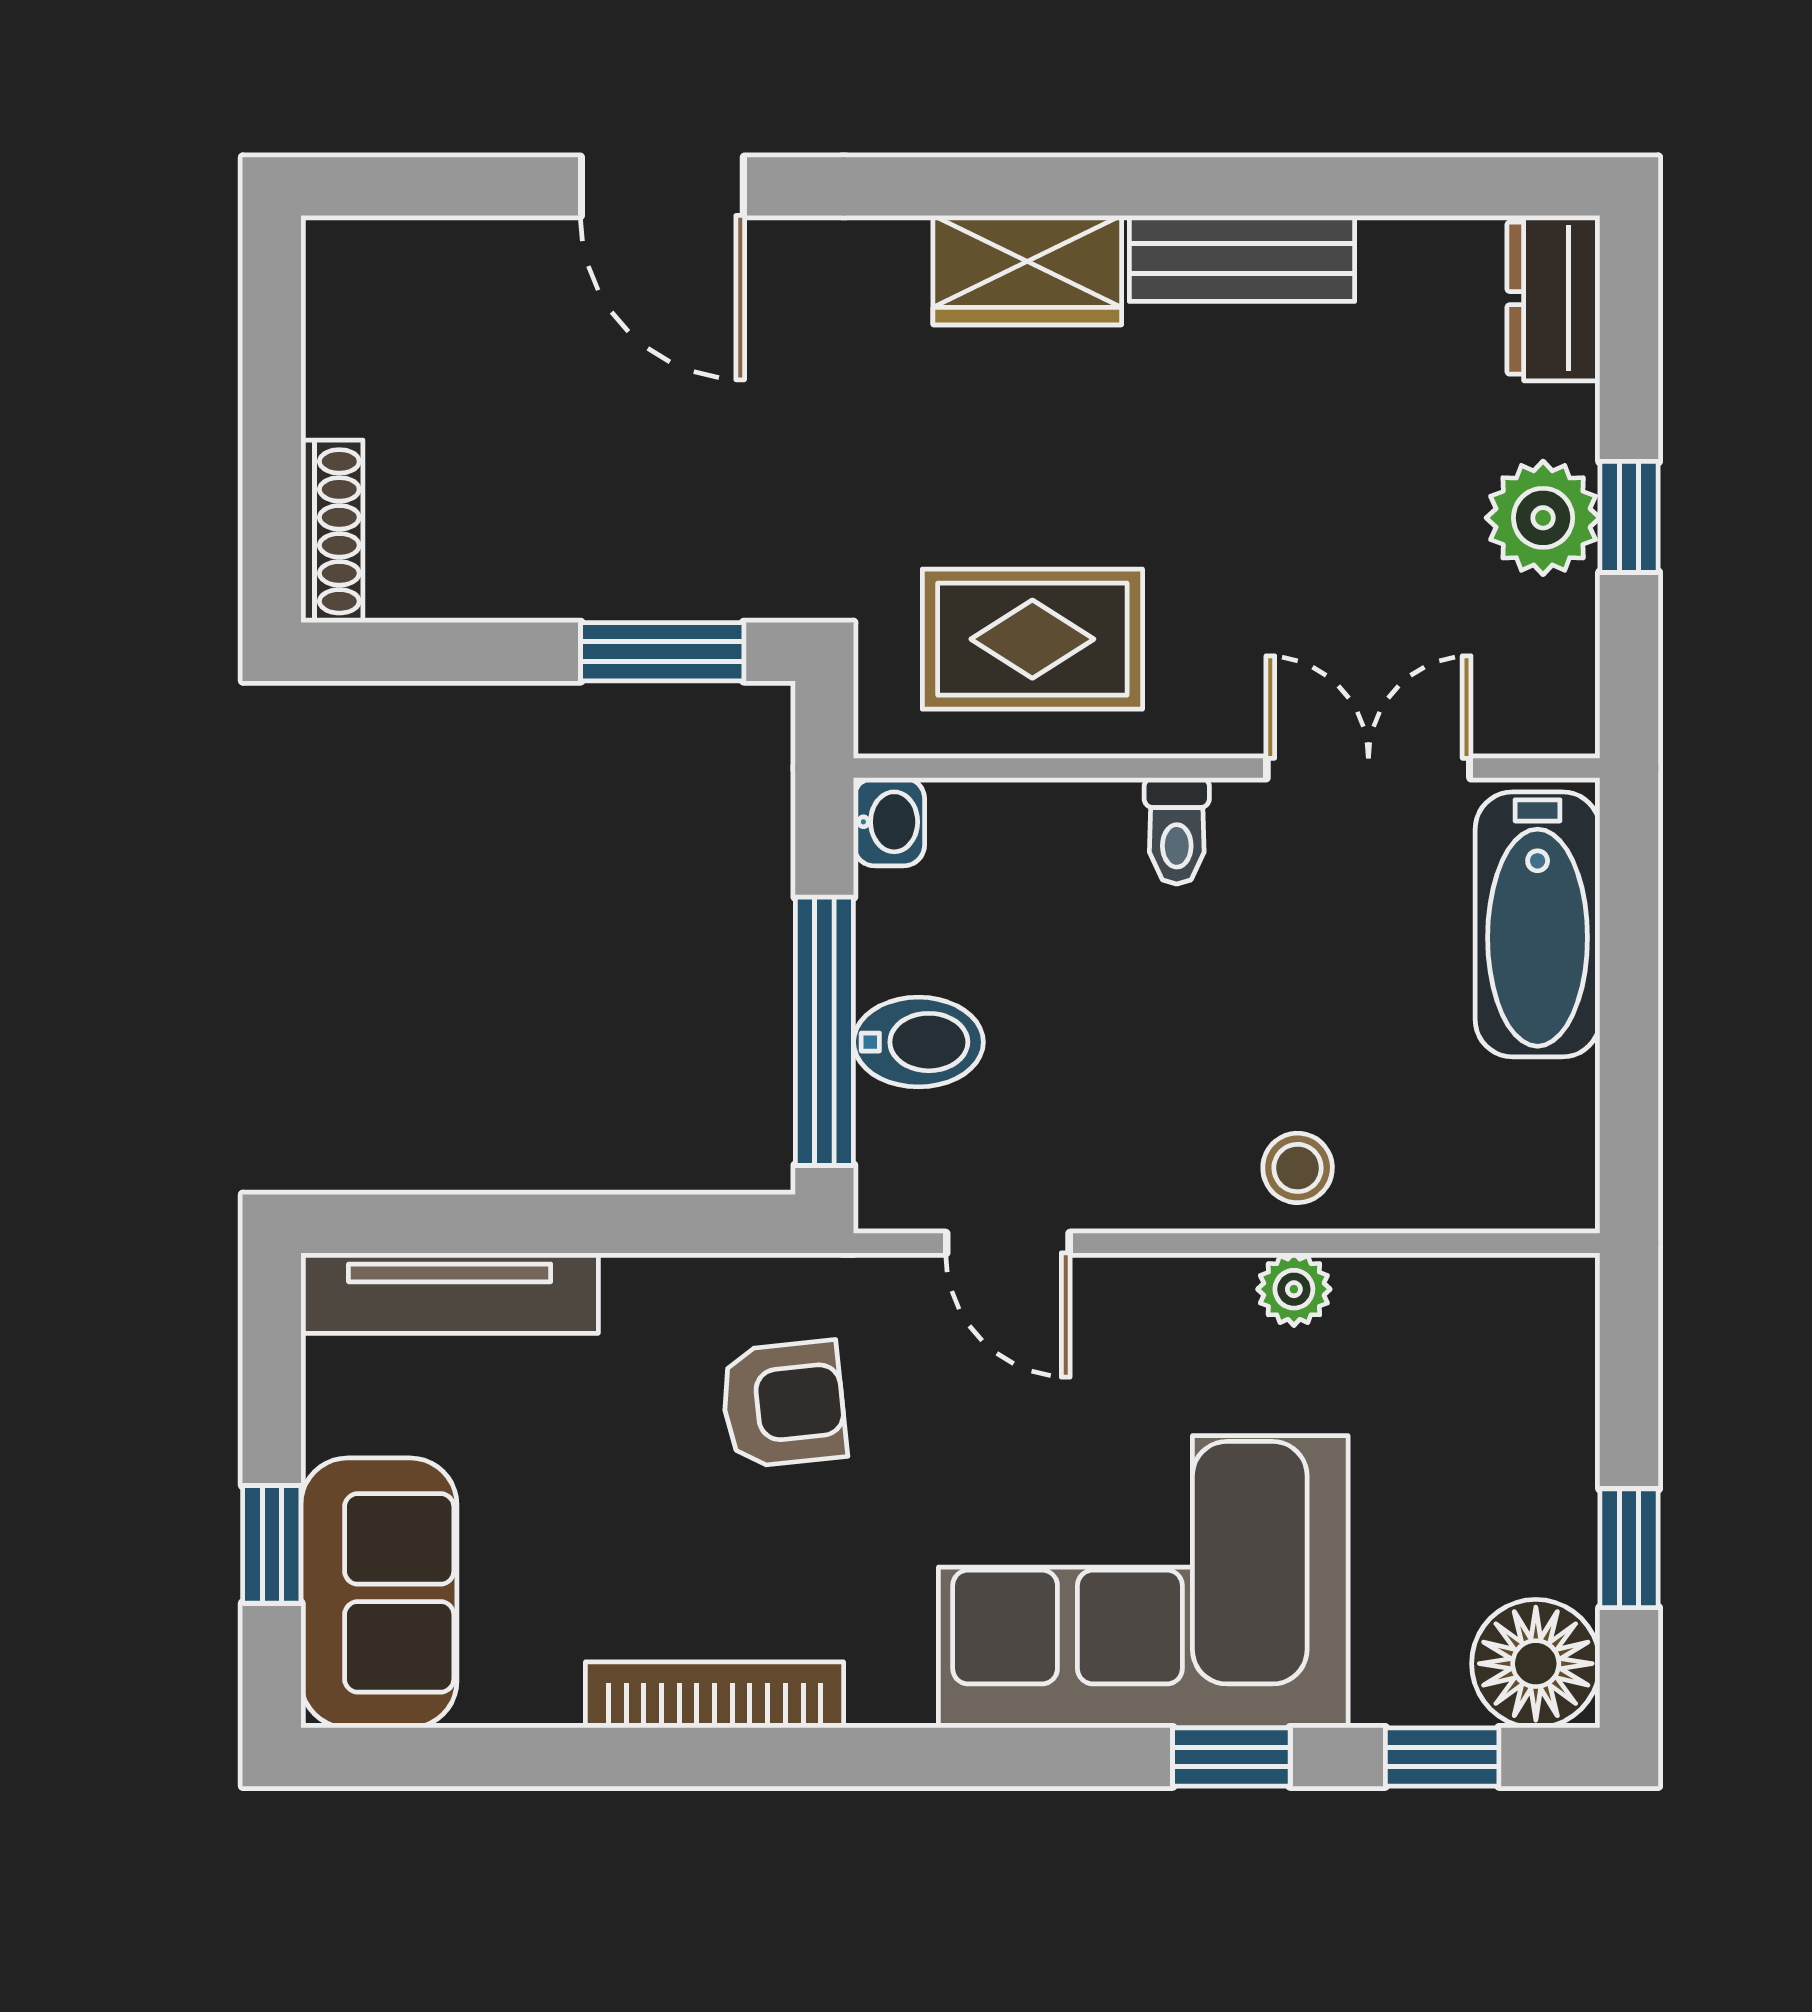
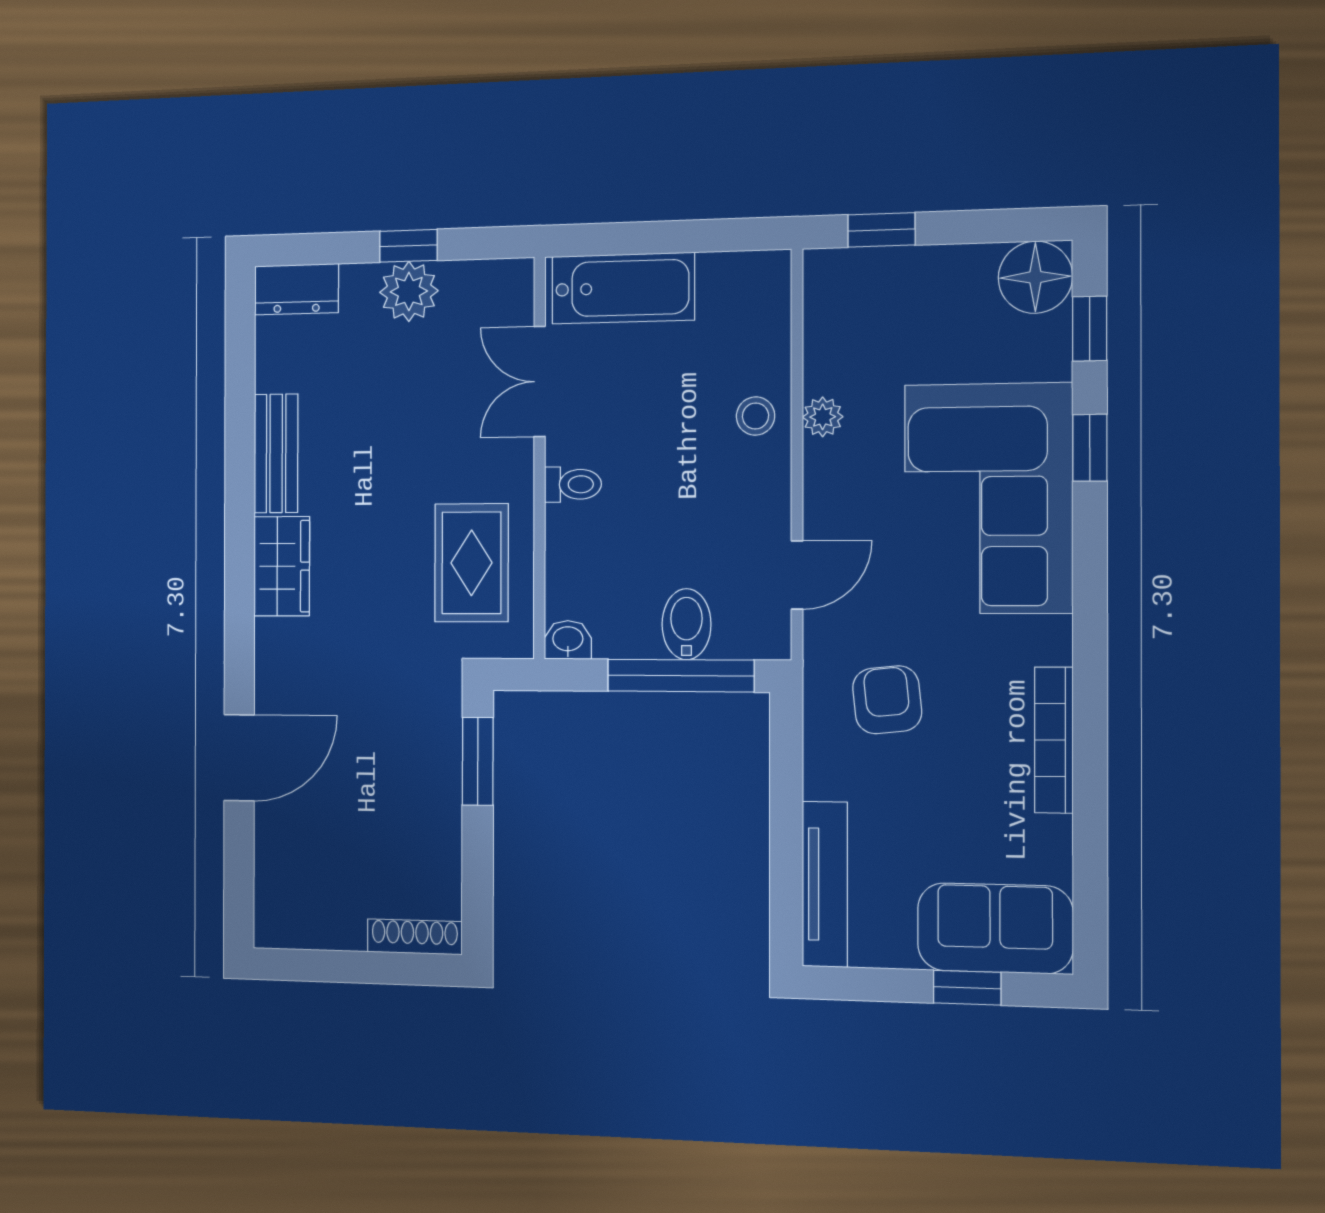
window: (1629, 1548) -> (881, 230), moved

